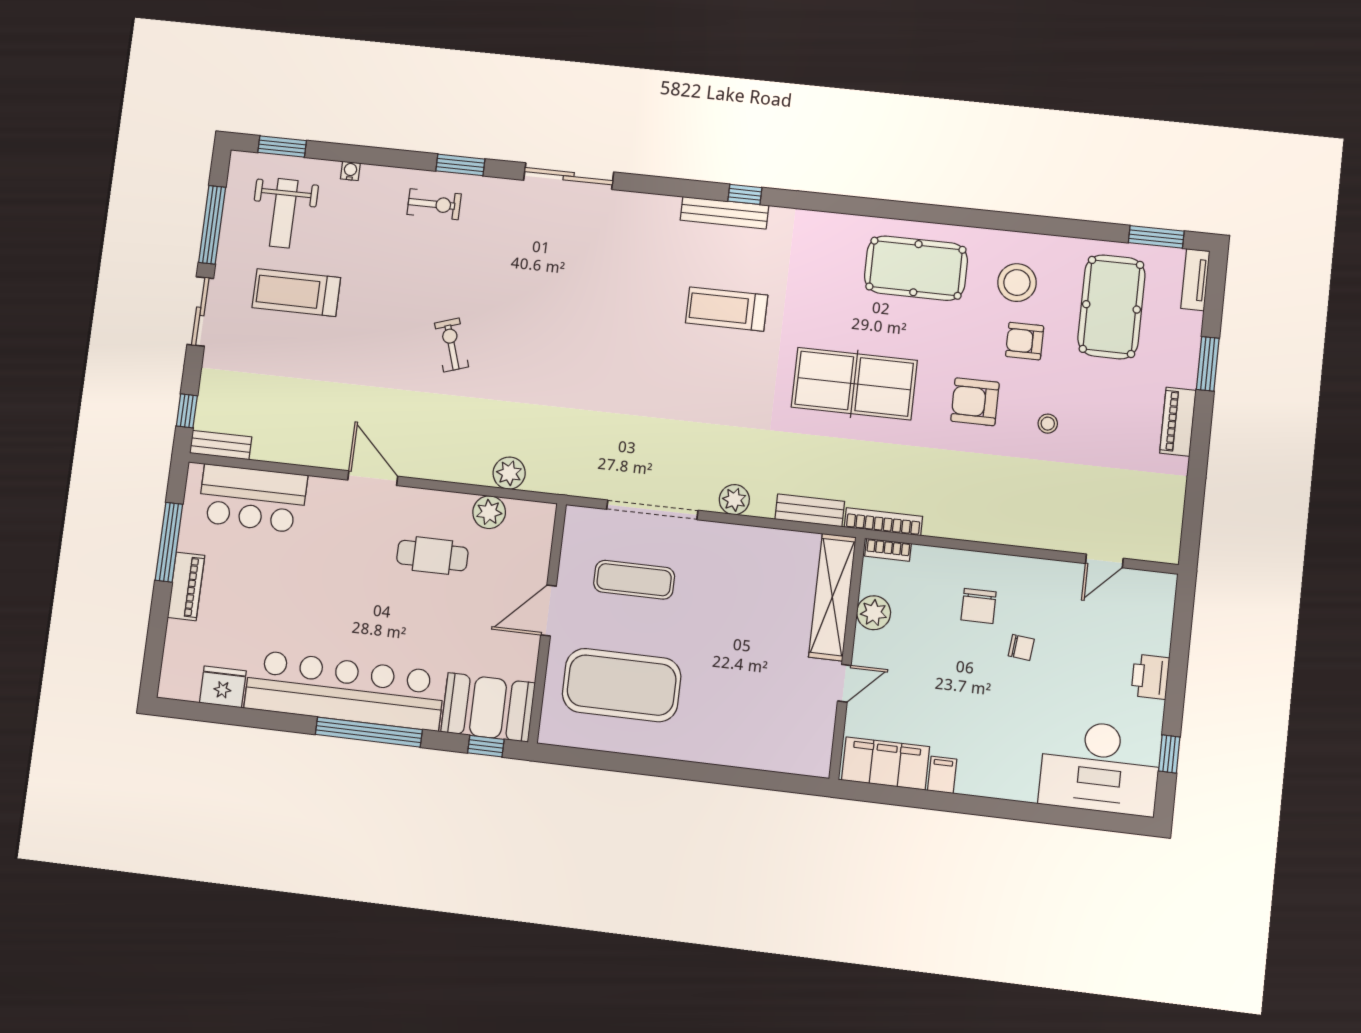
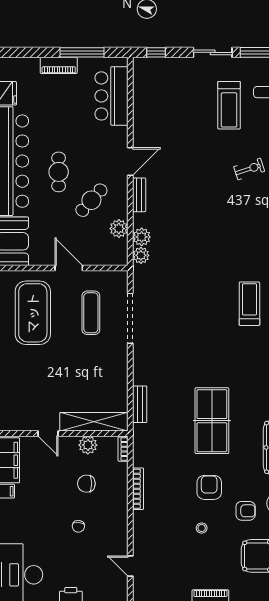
treadmill: (296, 293) -> (229, 105), turned 180
treadmill: (727, 309) -> (249, 304), moved
armchair: (1025, 341) -> (246, 511), turned 90
exercise bike: (451, 345) -> (249, 169), moved
bench: (221, 445) -> (139, 195), moved
plant: (734, 500) -> (141, 255), moved
bookcase: (883, 522) -> (138, 489), moved
cafe table: (432, 556) -> (91, 200), turned 42
chair: (979, 606) -> (86, 484), moved
cafe table: (375, 609) -> (59, 172), added

